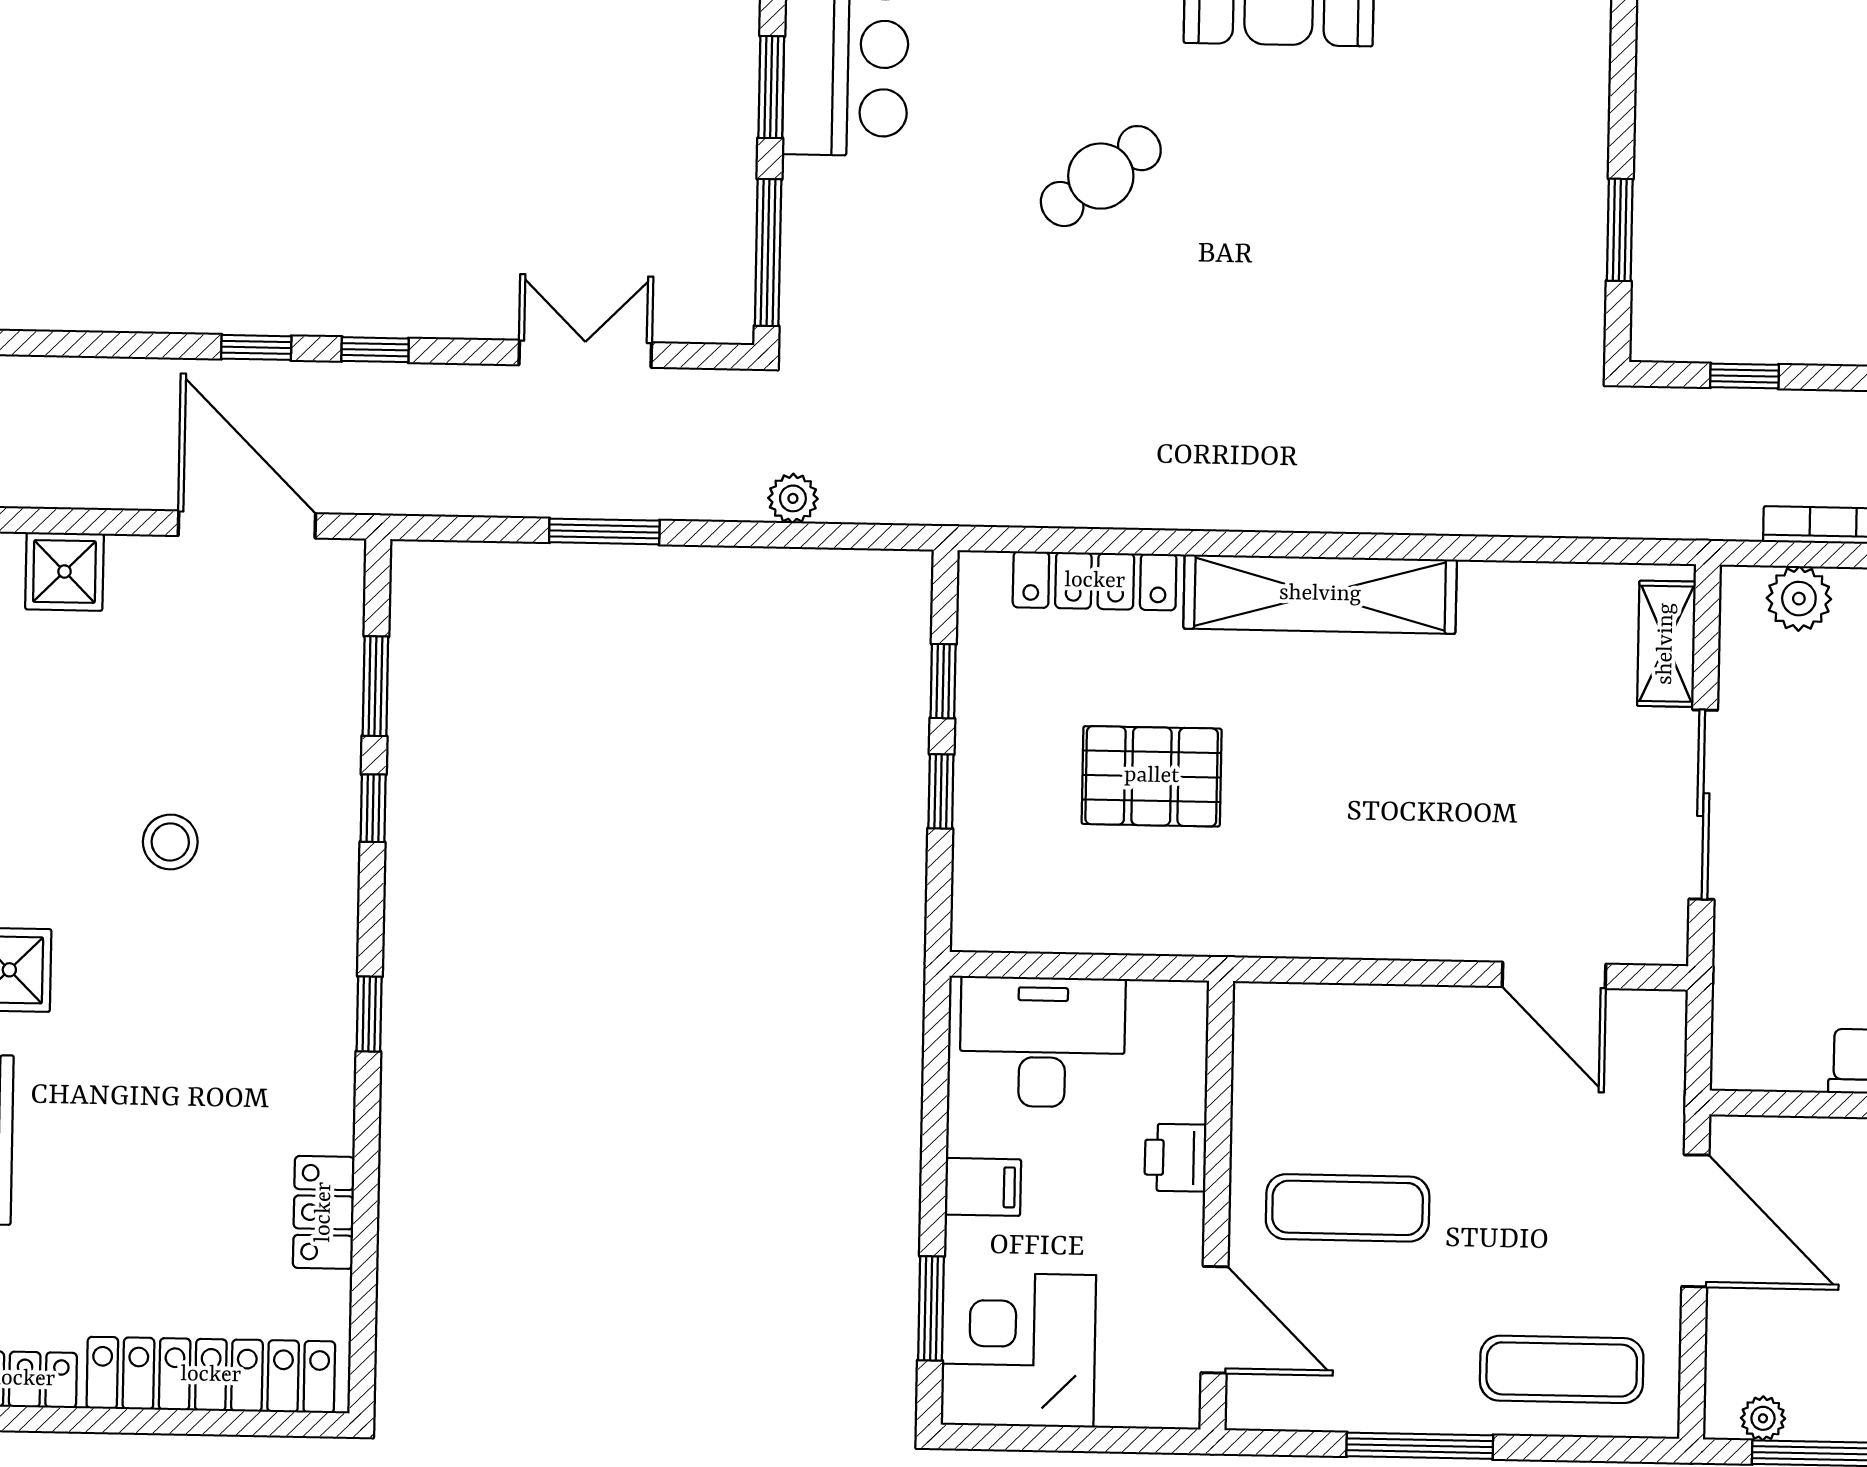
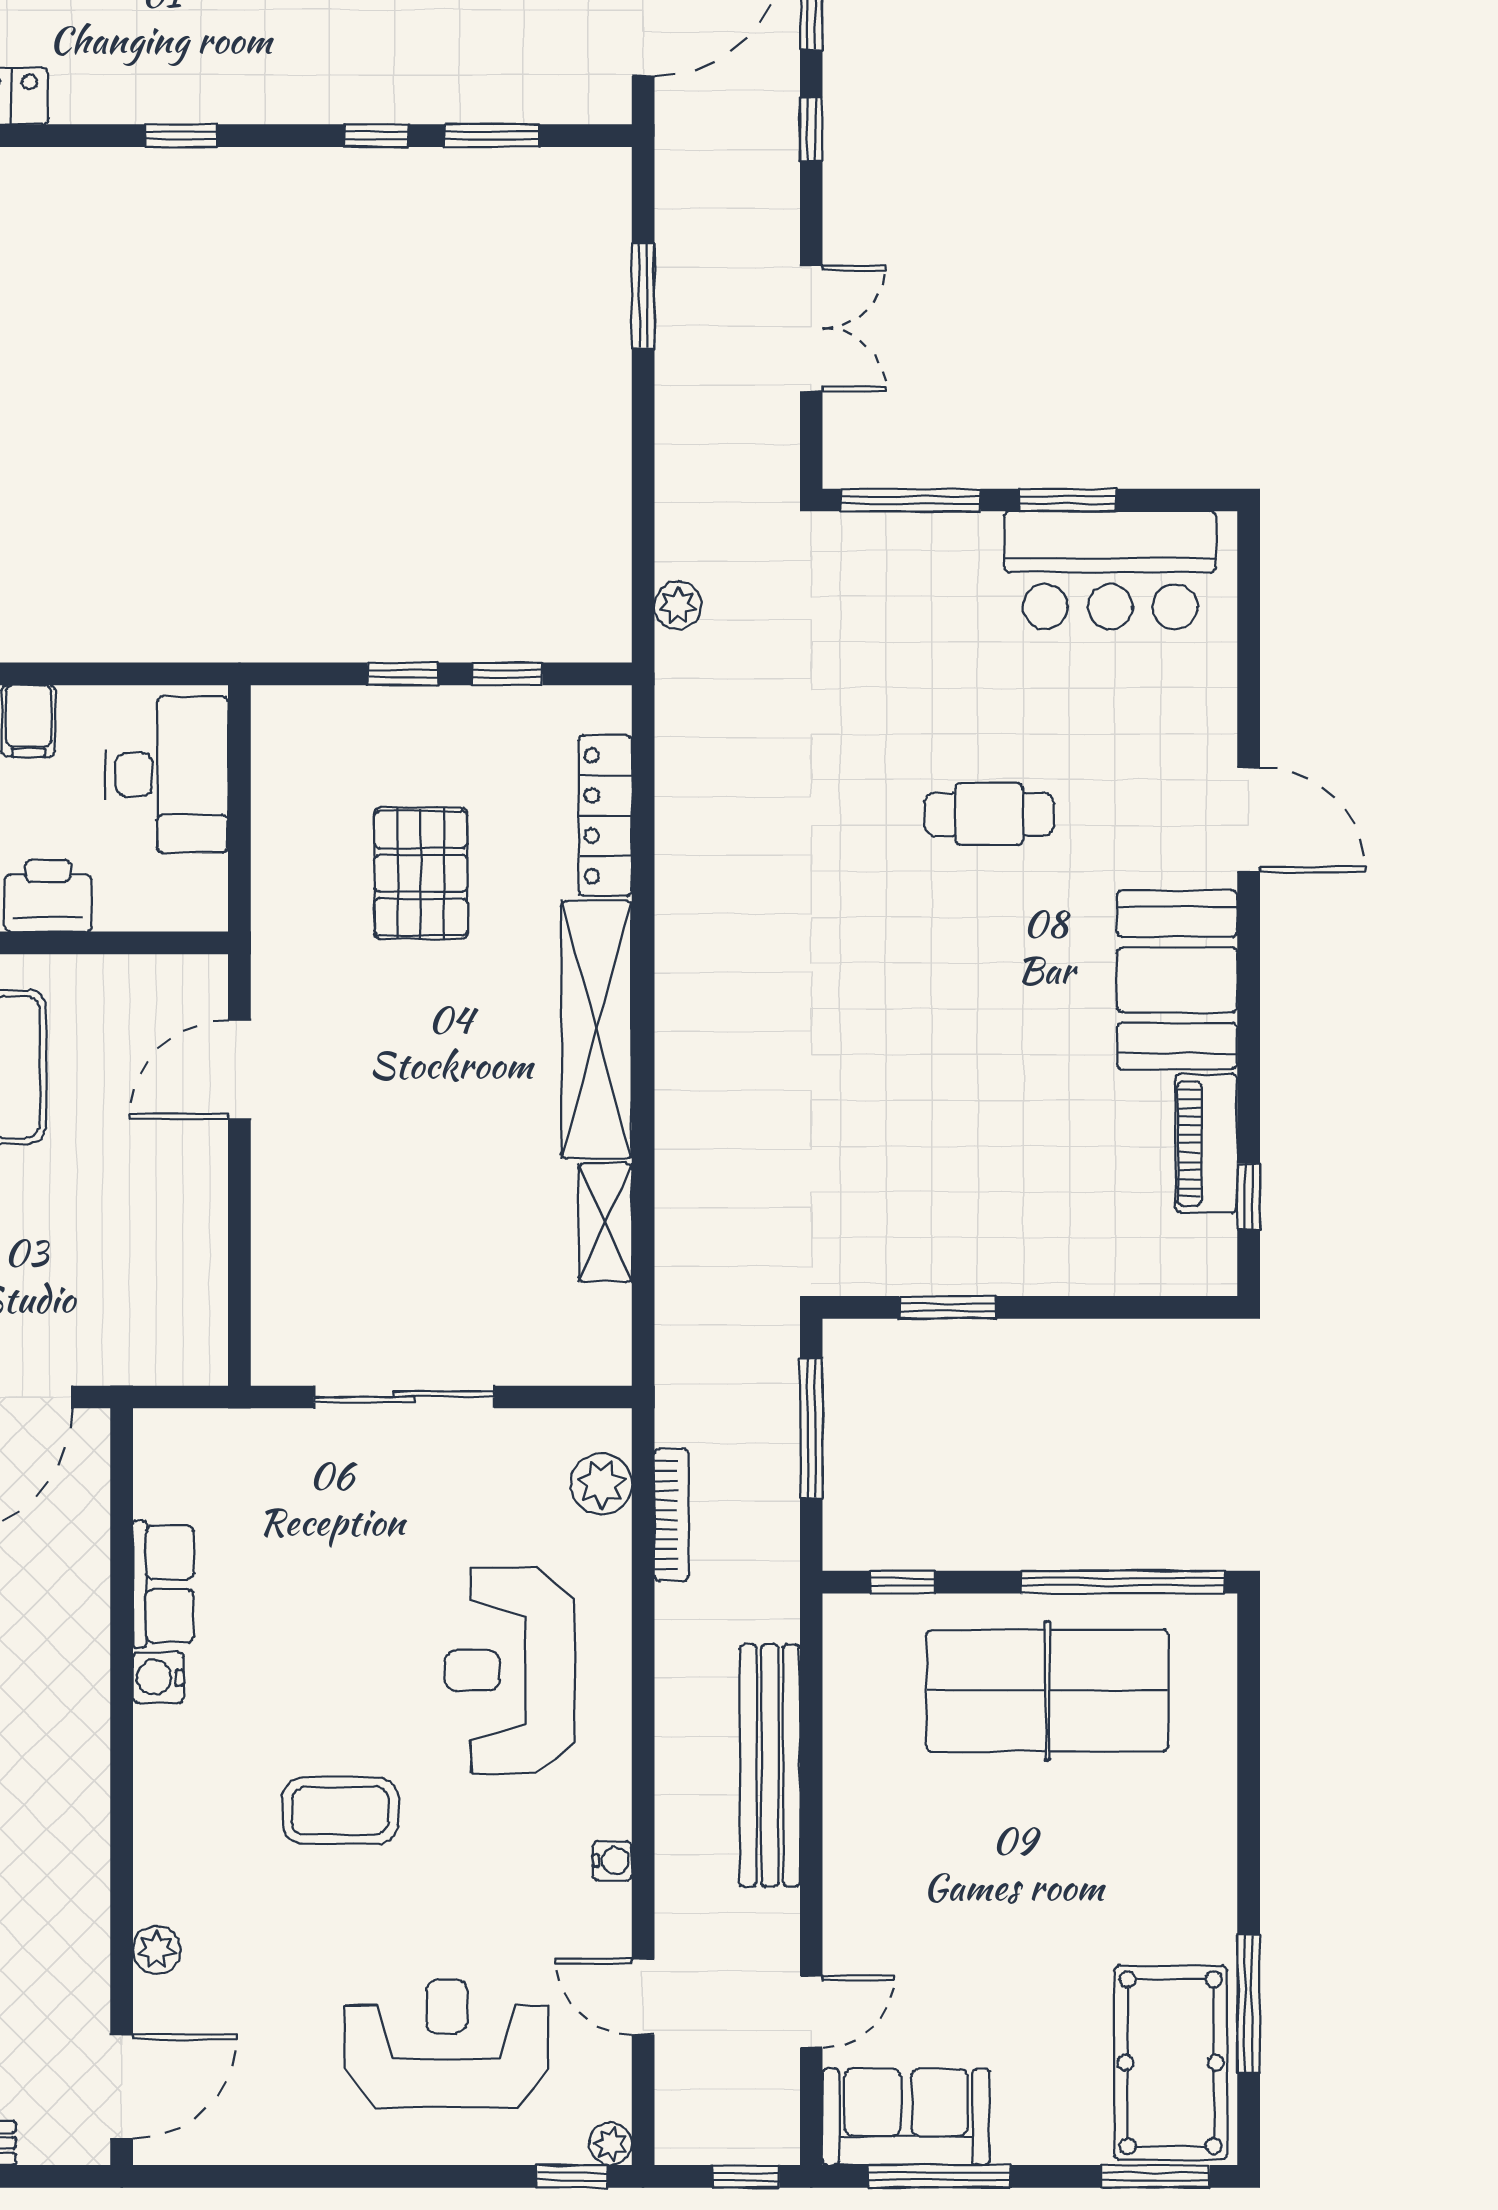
cafe table: (1101, 176) -> (989, 814), turned -53
window: (1744, 376) -> (811, 1428), width x2.17
plant: (793, 498) -> (678, 605), moved
window: (604, 531) -> (643, 295), moved
shelving: (1666, 644) -> (605, 1223), moved, turned 90
door: (1554, 975) -> (239, 1070), moved
printer: (1175, 1158) -> (48, 896), width x1.36, depth x1.24

